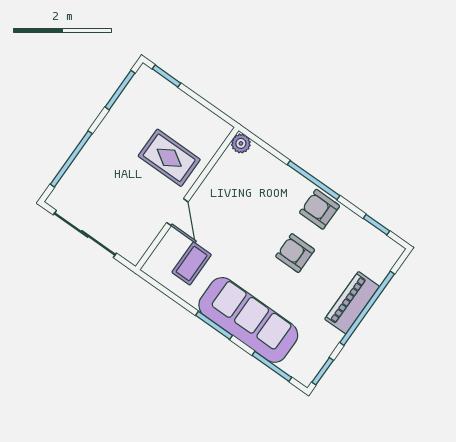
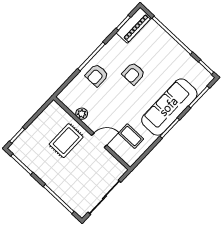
plant: (241, 143) -> (82, 114), moved
armchair: (320, 209) -> (97, 75), moved
piano: (352, 303) -> (134, 25), moved, turned -90

